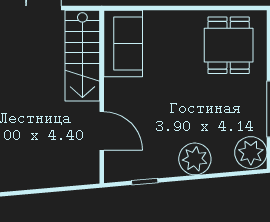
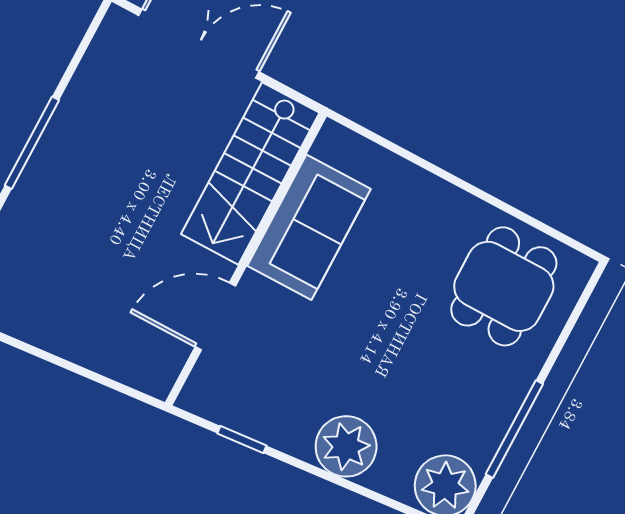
sofa: (123, 43) -> (309, 227), moved
door: (102, 131) -> (215, 316), swing flipped

